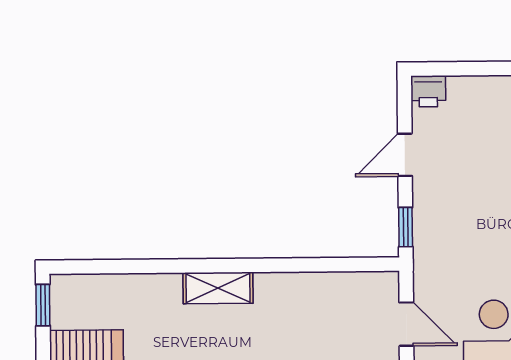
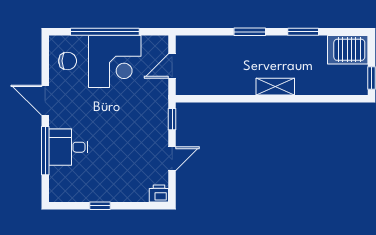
door: (406, 324) -> (172, 66), hinge flipped

